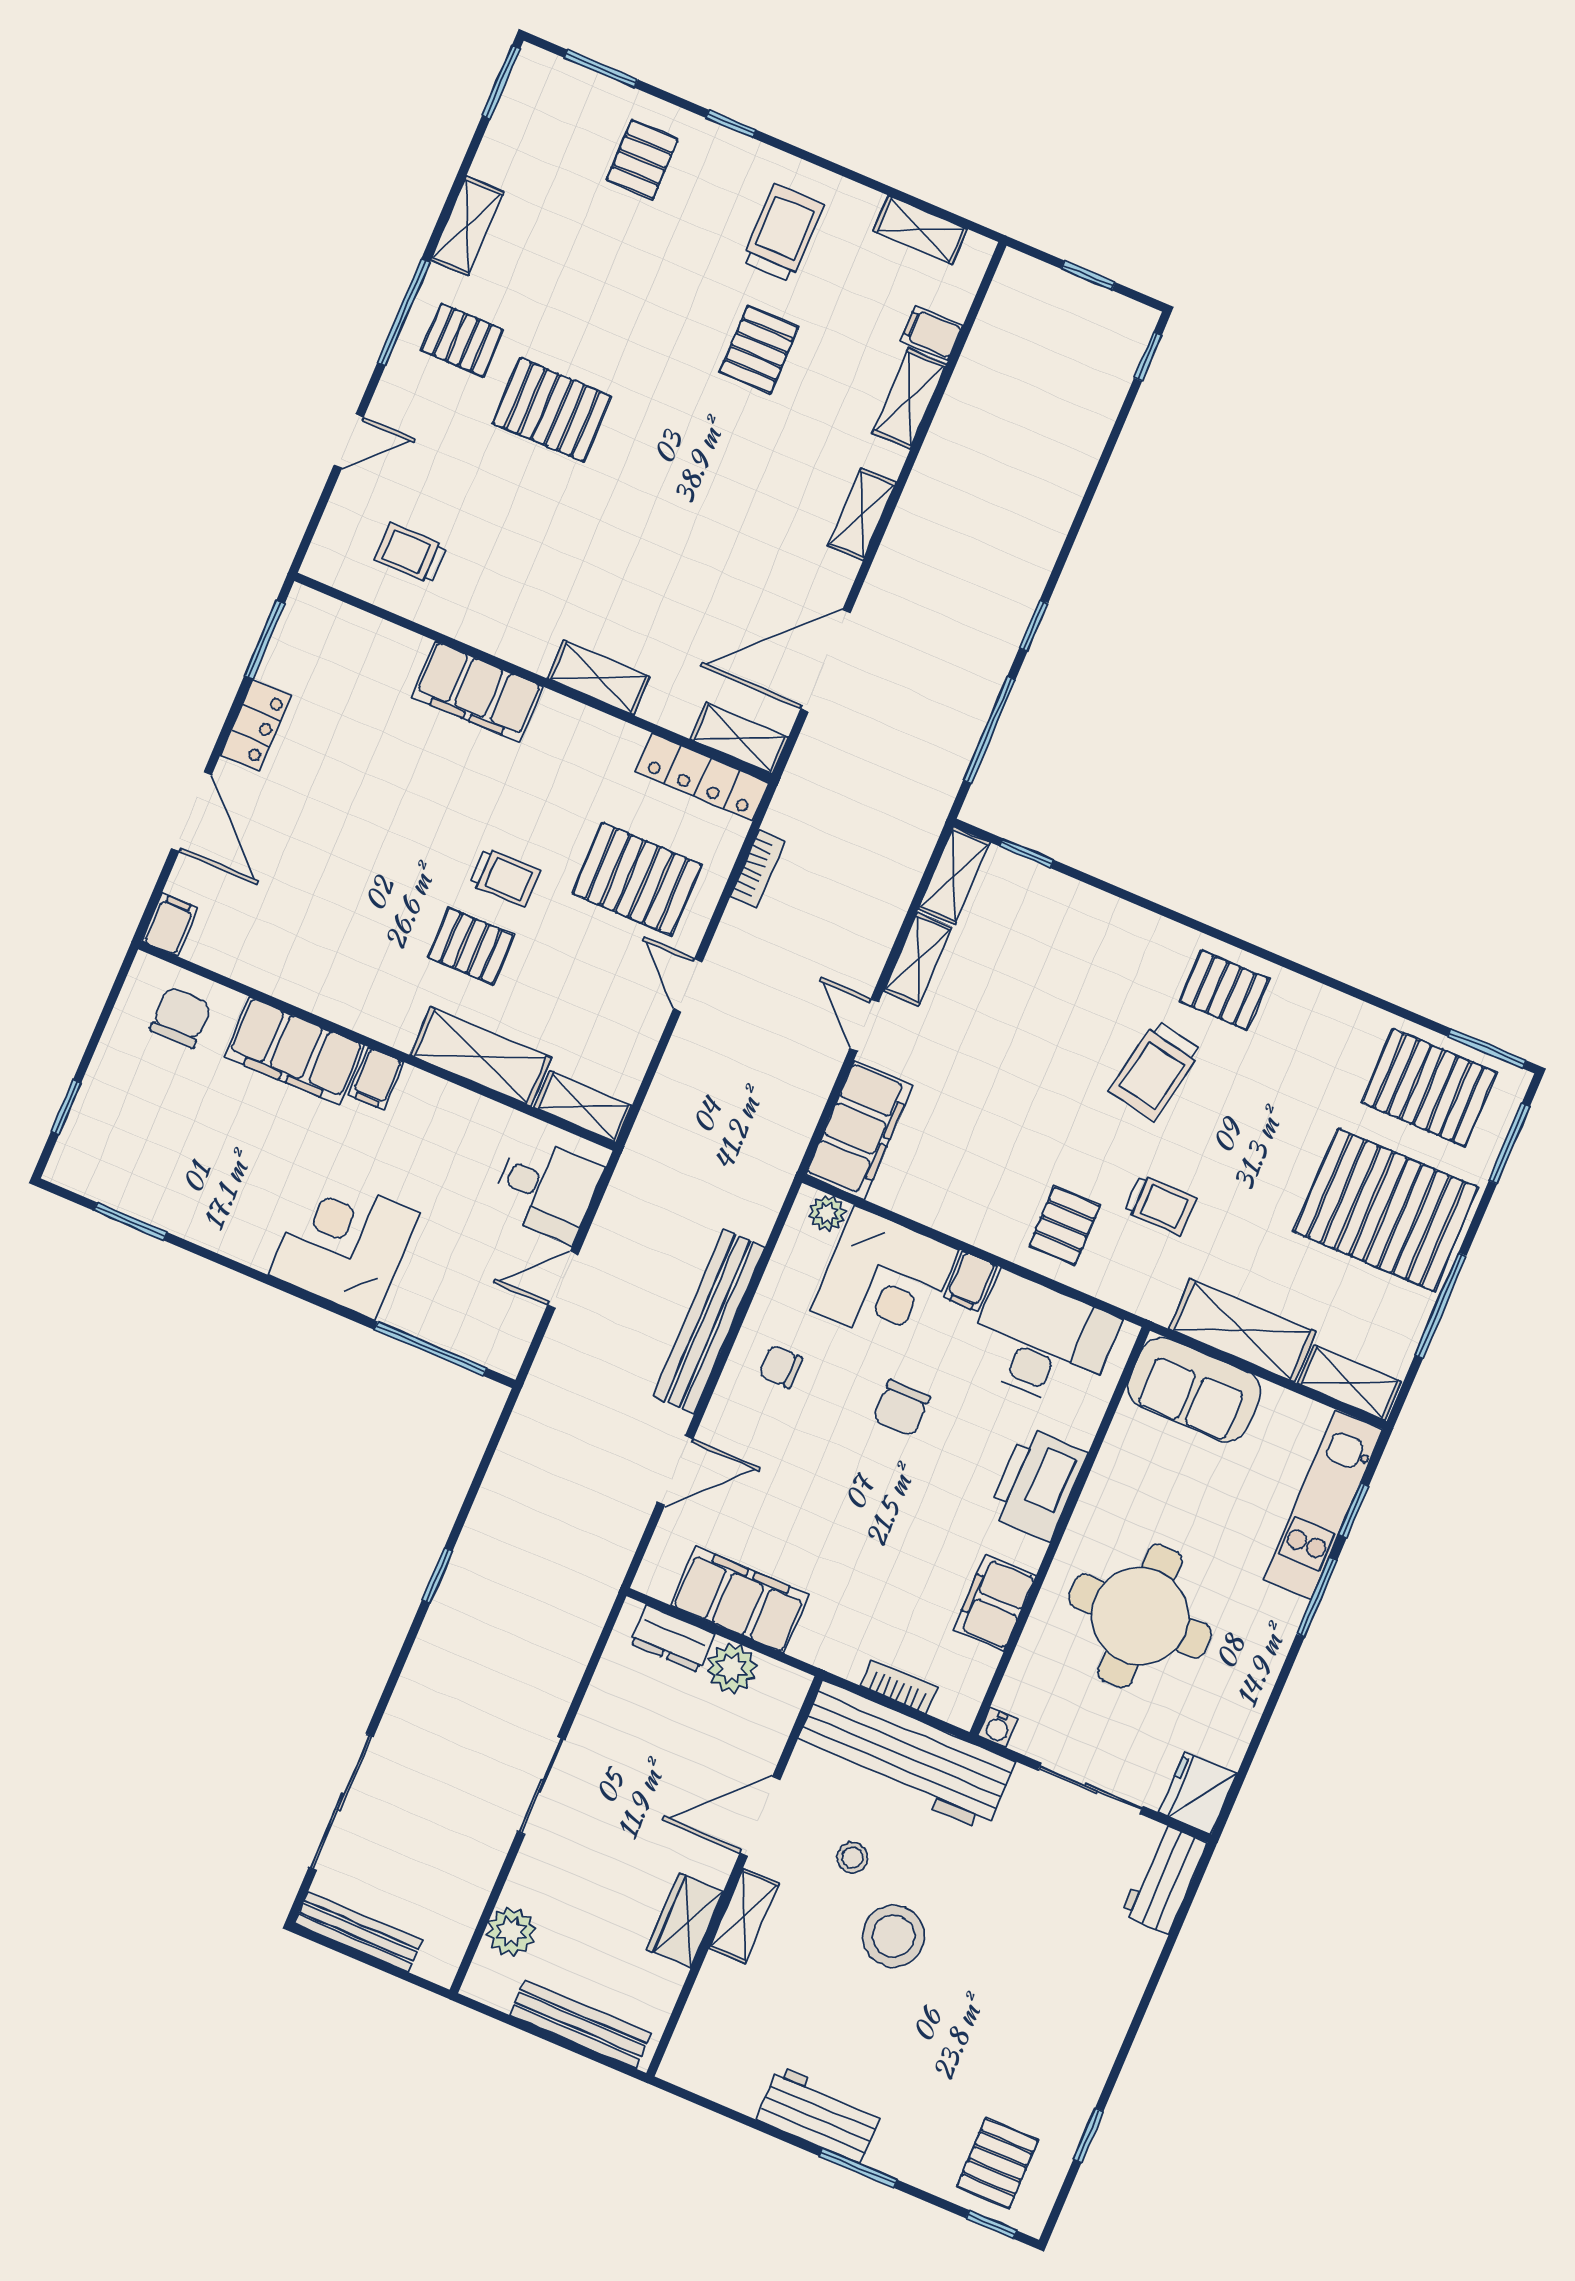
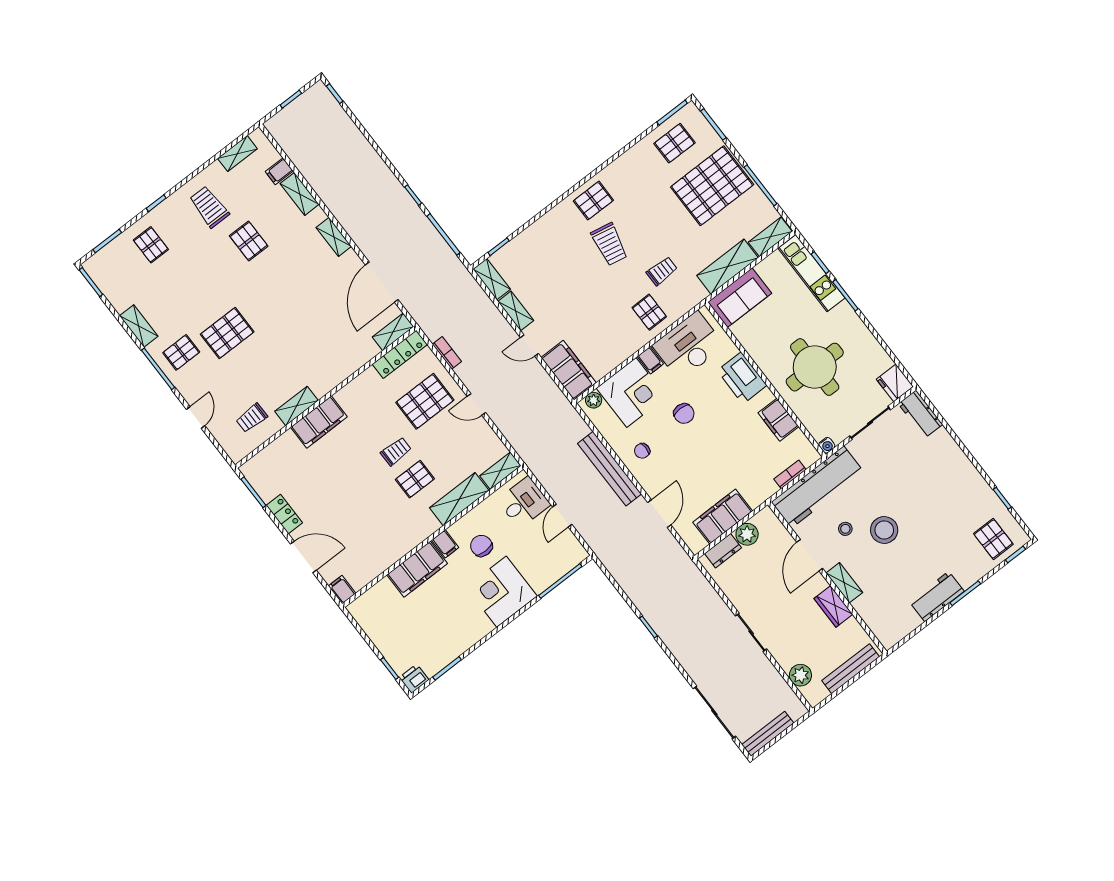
shelving: (599, 677) -> (297, 406), moved
chair: (180, 1017) -> (481, 546), moved
pallet: (1429, 1087) -> (675, 143), width x0.67, depth x0.71
printer: (73, 1167) -> (414, 679), added

